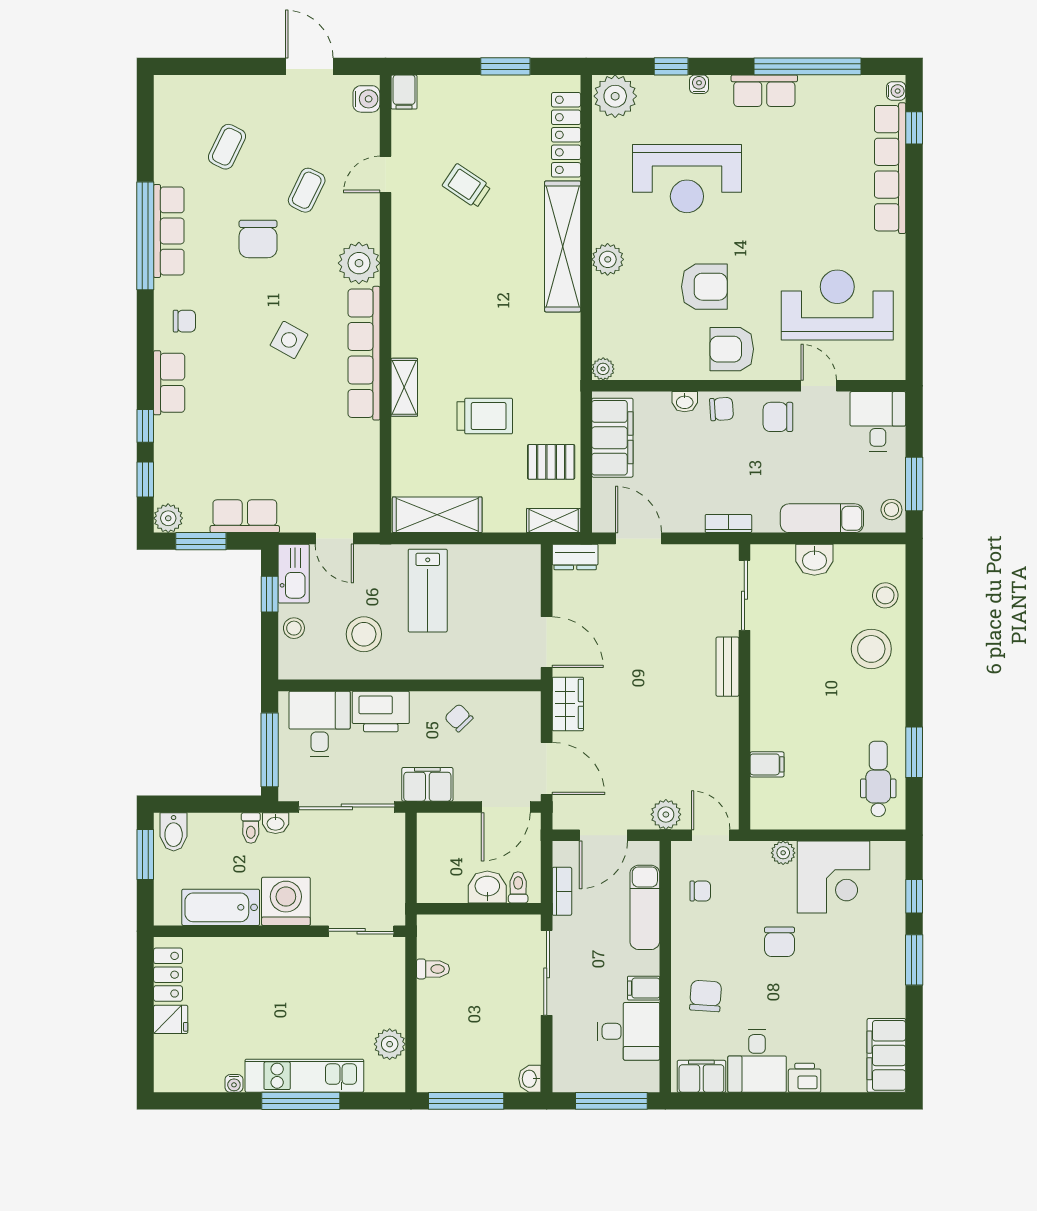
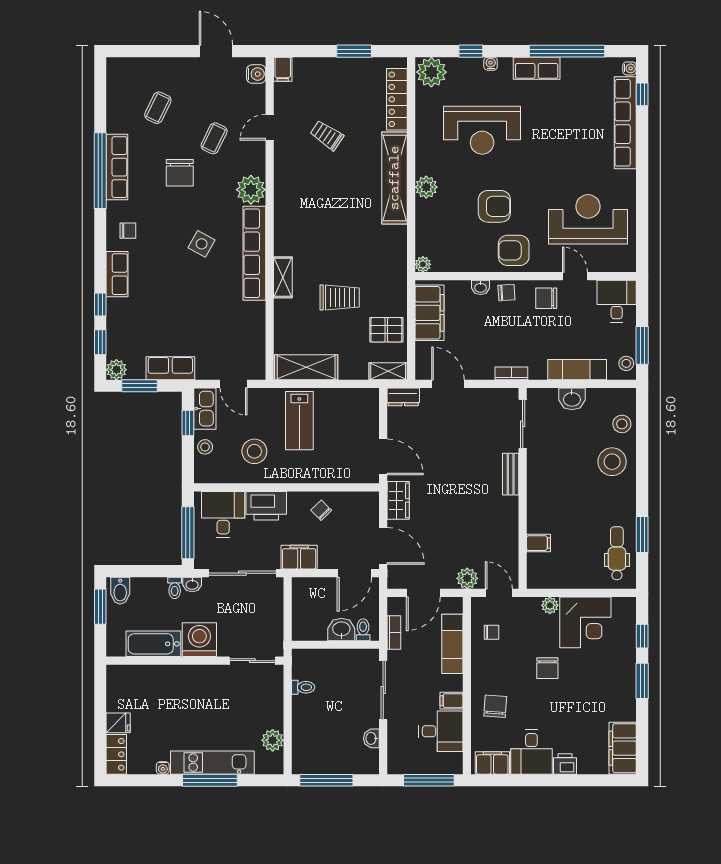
locker: (168, 975) -> (116, 754), moved
washbasin: (530, 1079) -> (371, 738), moved

